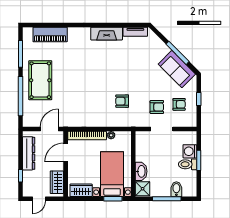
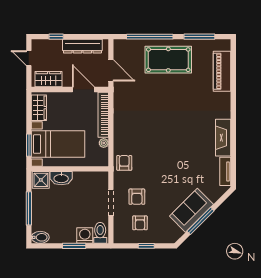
sofa: (177, 69) -> (191, 210), moved
armchair: (122, 101) -> (124, 163), moved
toilet: (188, 164) -> (100, 233), moved
bidet: (176, 189) -> (40, 237), moved

